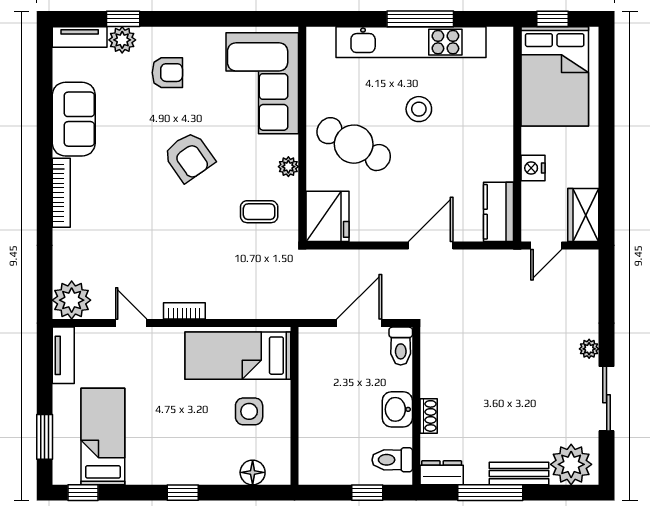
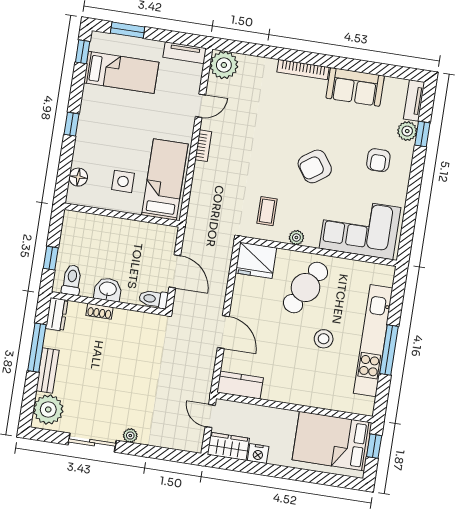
nightstand: (533, 168) -> (258, 454), moved, turned 180

